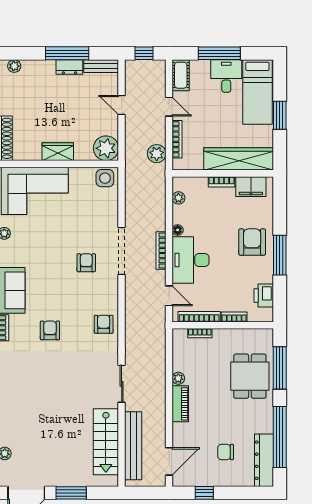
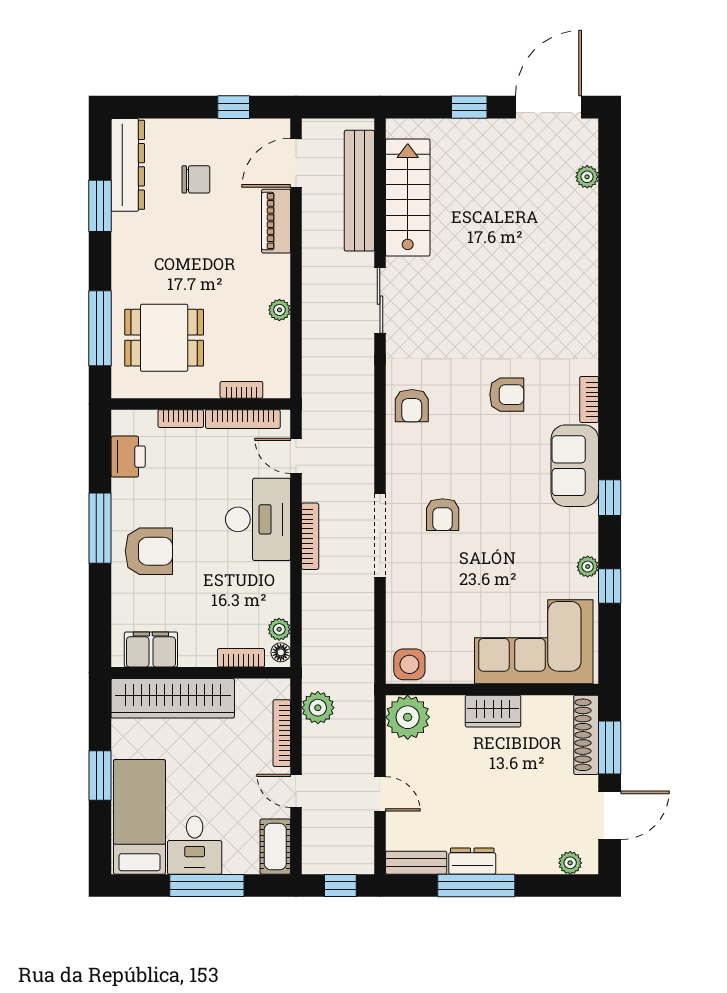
bookcase: (221, 182) -> (241, 658), moved
floor lamp: (178, 230) -> (281, 652), moved
armchair: (252, 242) -> (149, 551), turned -90
armchair: (50, 330) -> (507, 395), turned -90
dining table: (250, 376) -> (164, 338), moved, turned 90
piano: (180, 404) -> (276, 221), moved
window: (280, 437) -> (100, 206), width x0.47
window: (71, 493) -> (469, 107), width x0.67

